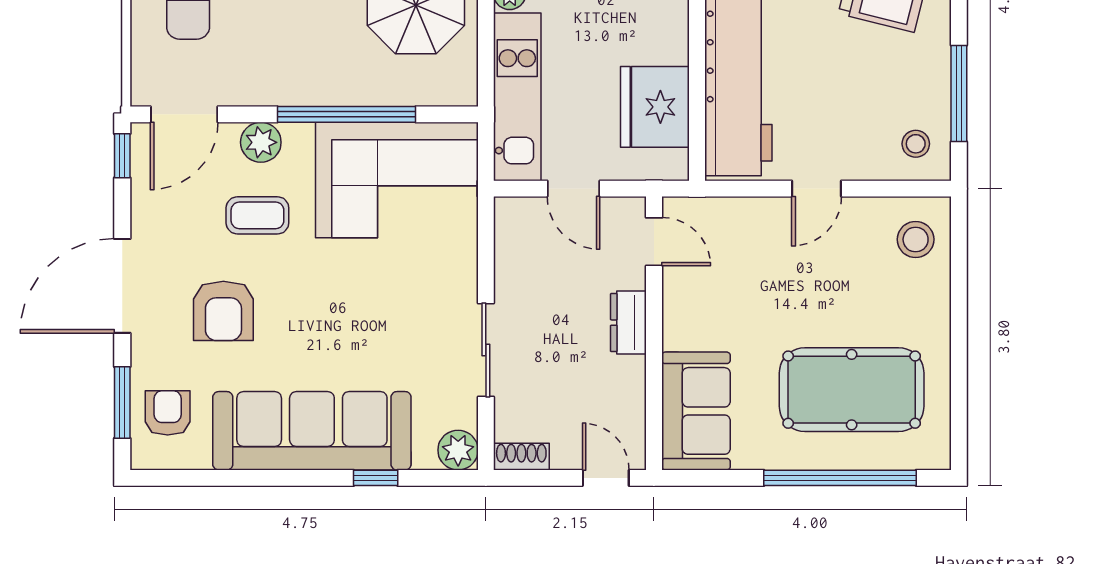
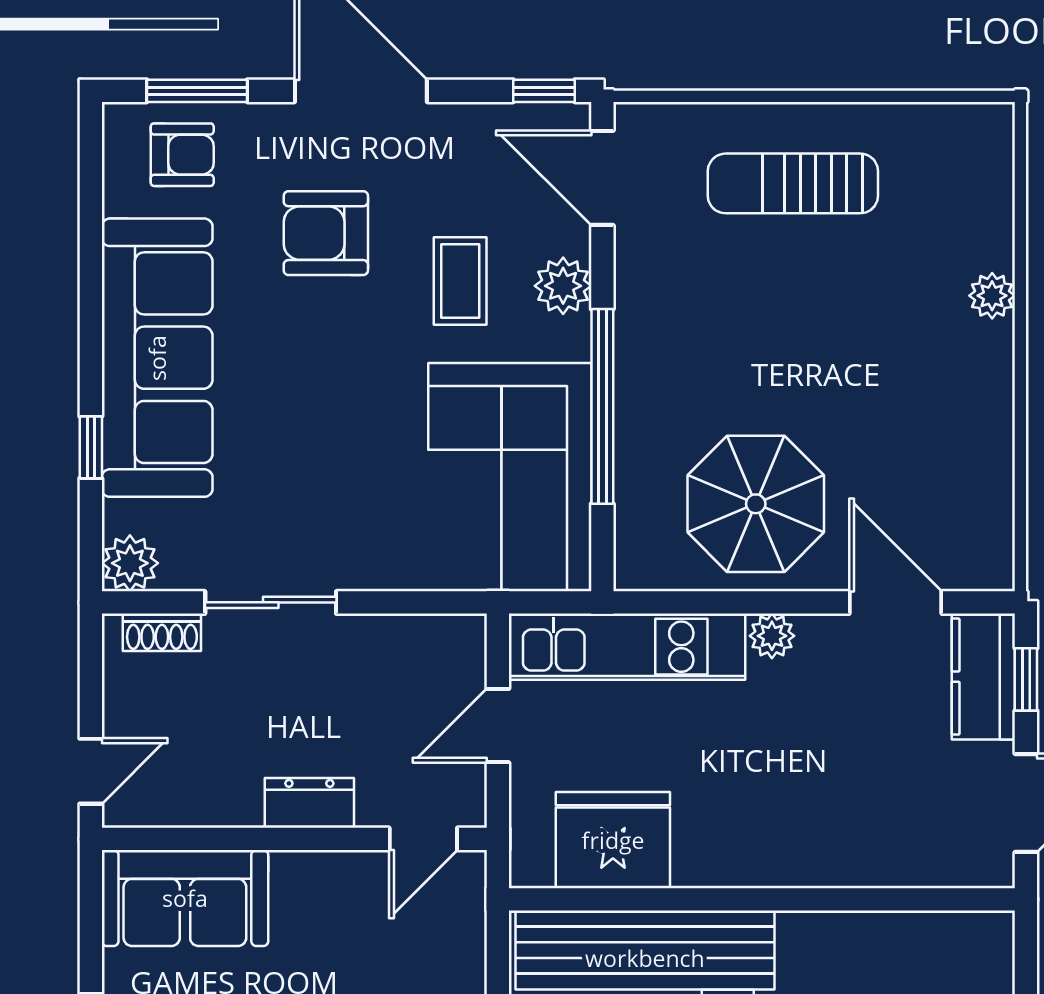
shoe rack: (521, 457) -> (162, 632), moved, turned 90

